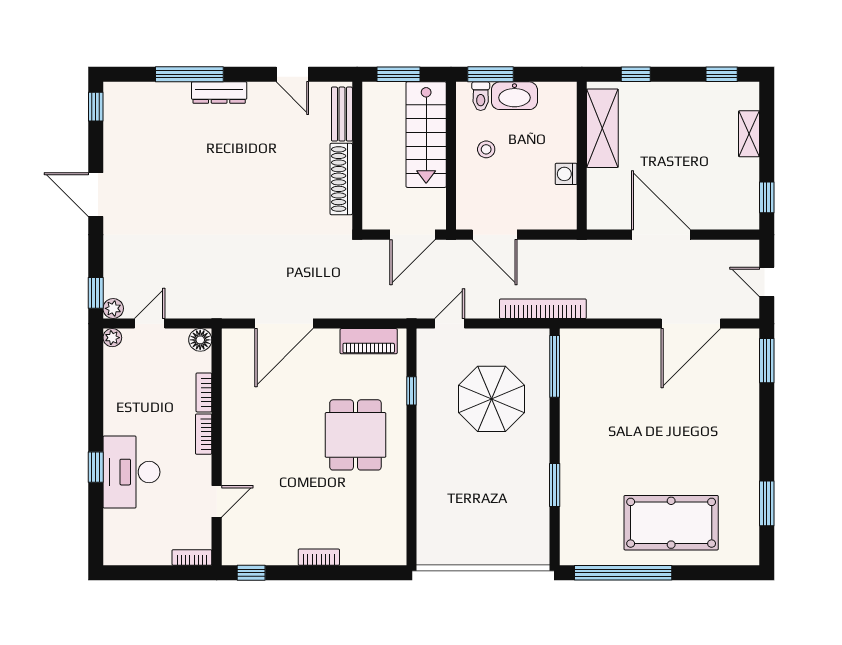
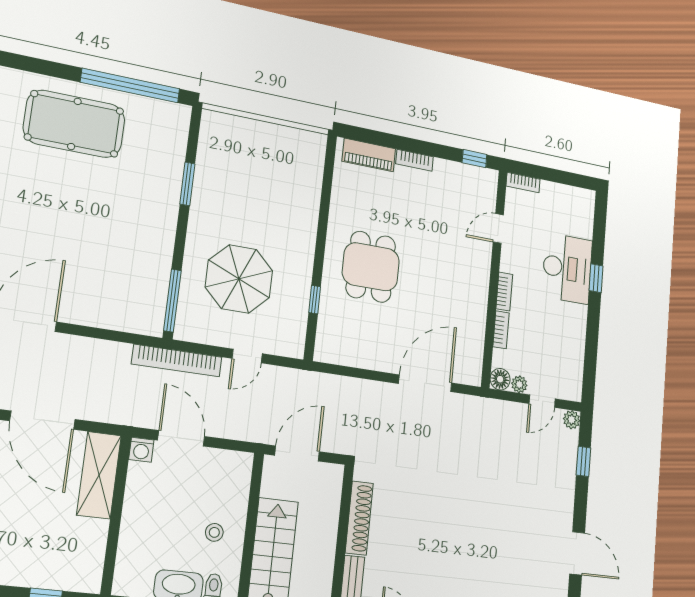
shelving: (602, 128) -> (99, 475), moved
washing machine: (566, 174) -> (141, 450), moved, turned 90
door: (96, 195) -> (577, 553), moved
door: (495, 235) -> (181, 438), moved
window: (96, 293) -> (583, 461), moved
door: (450, 324) -> (247, 356), moved
plant: (112, 338) -> (519, 384), moved
piano: (369, 341) -> (369, 155), moved, turned 180

